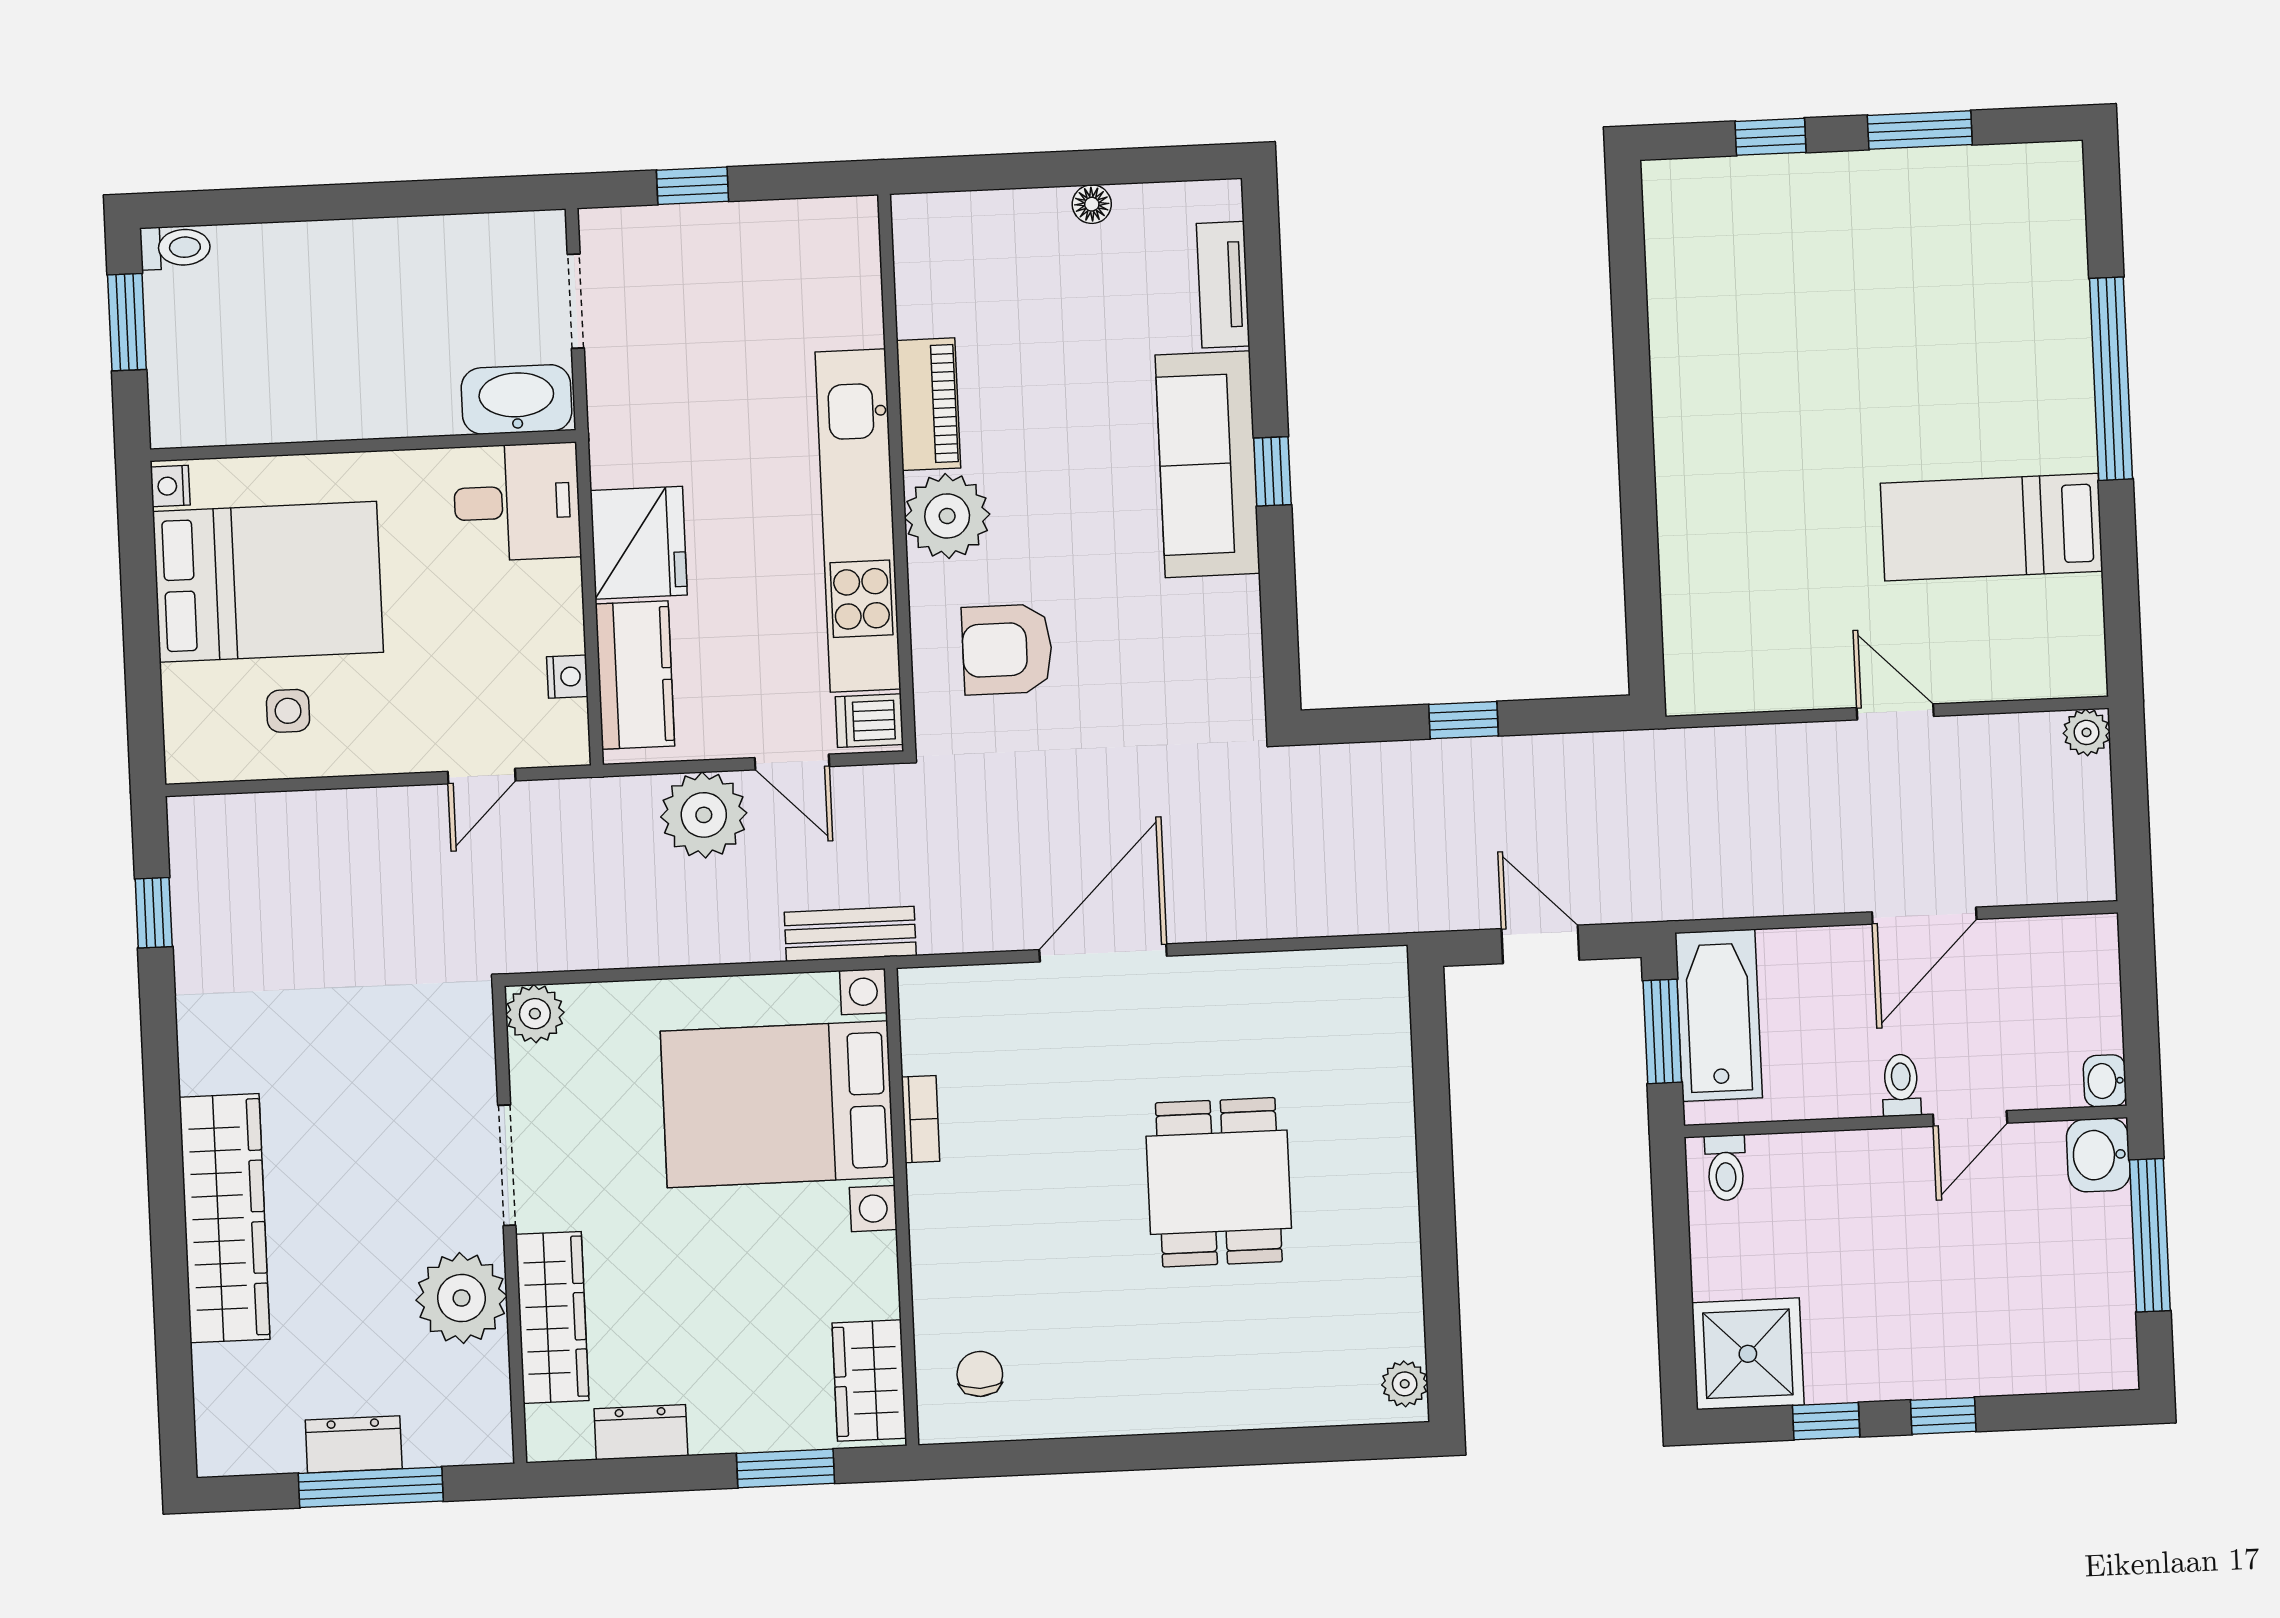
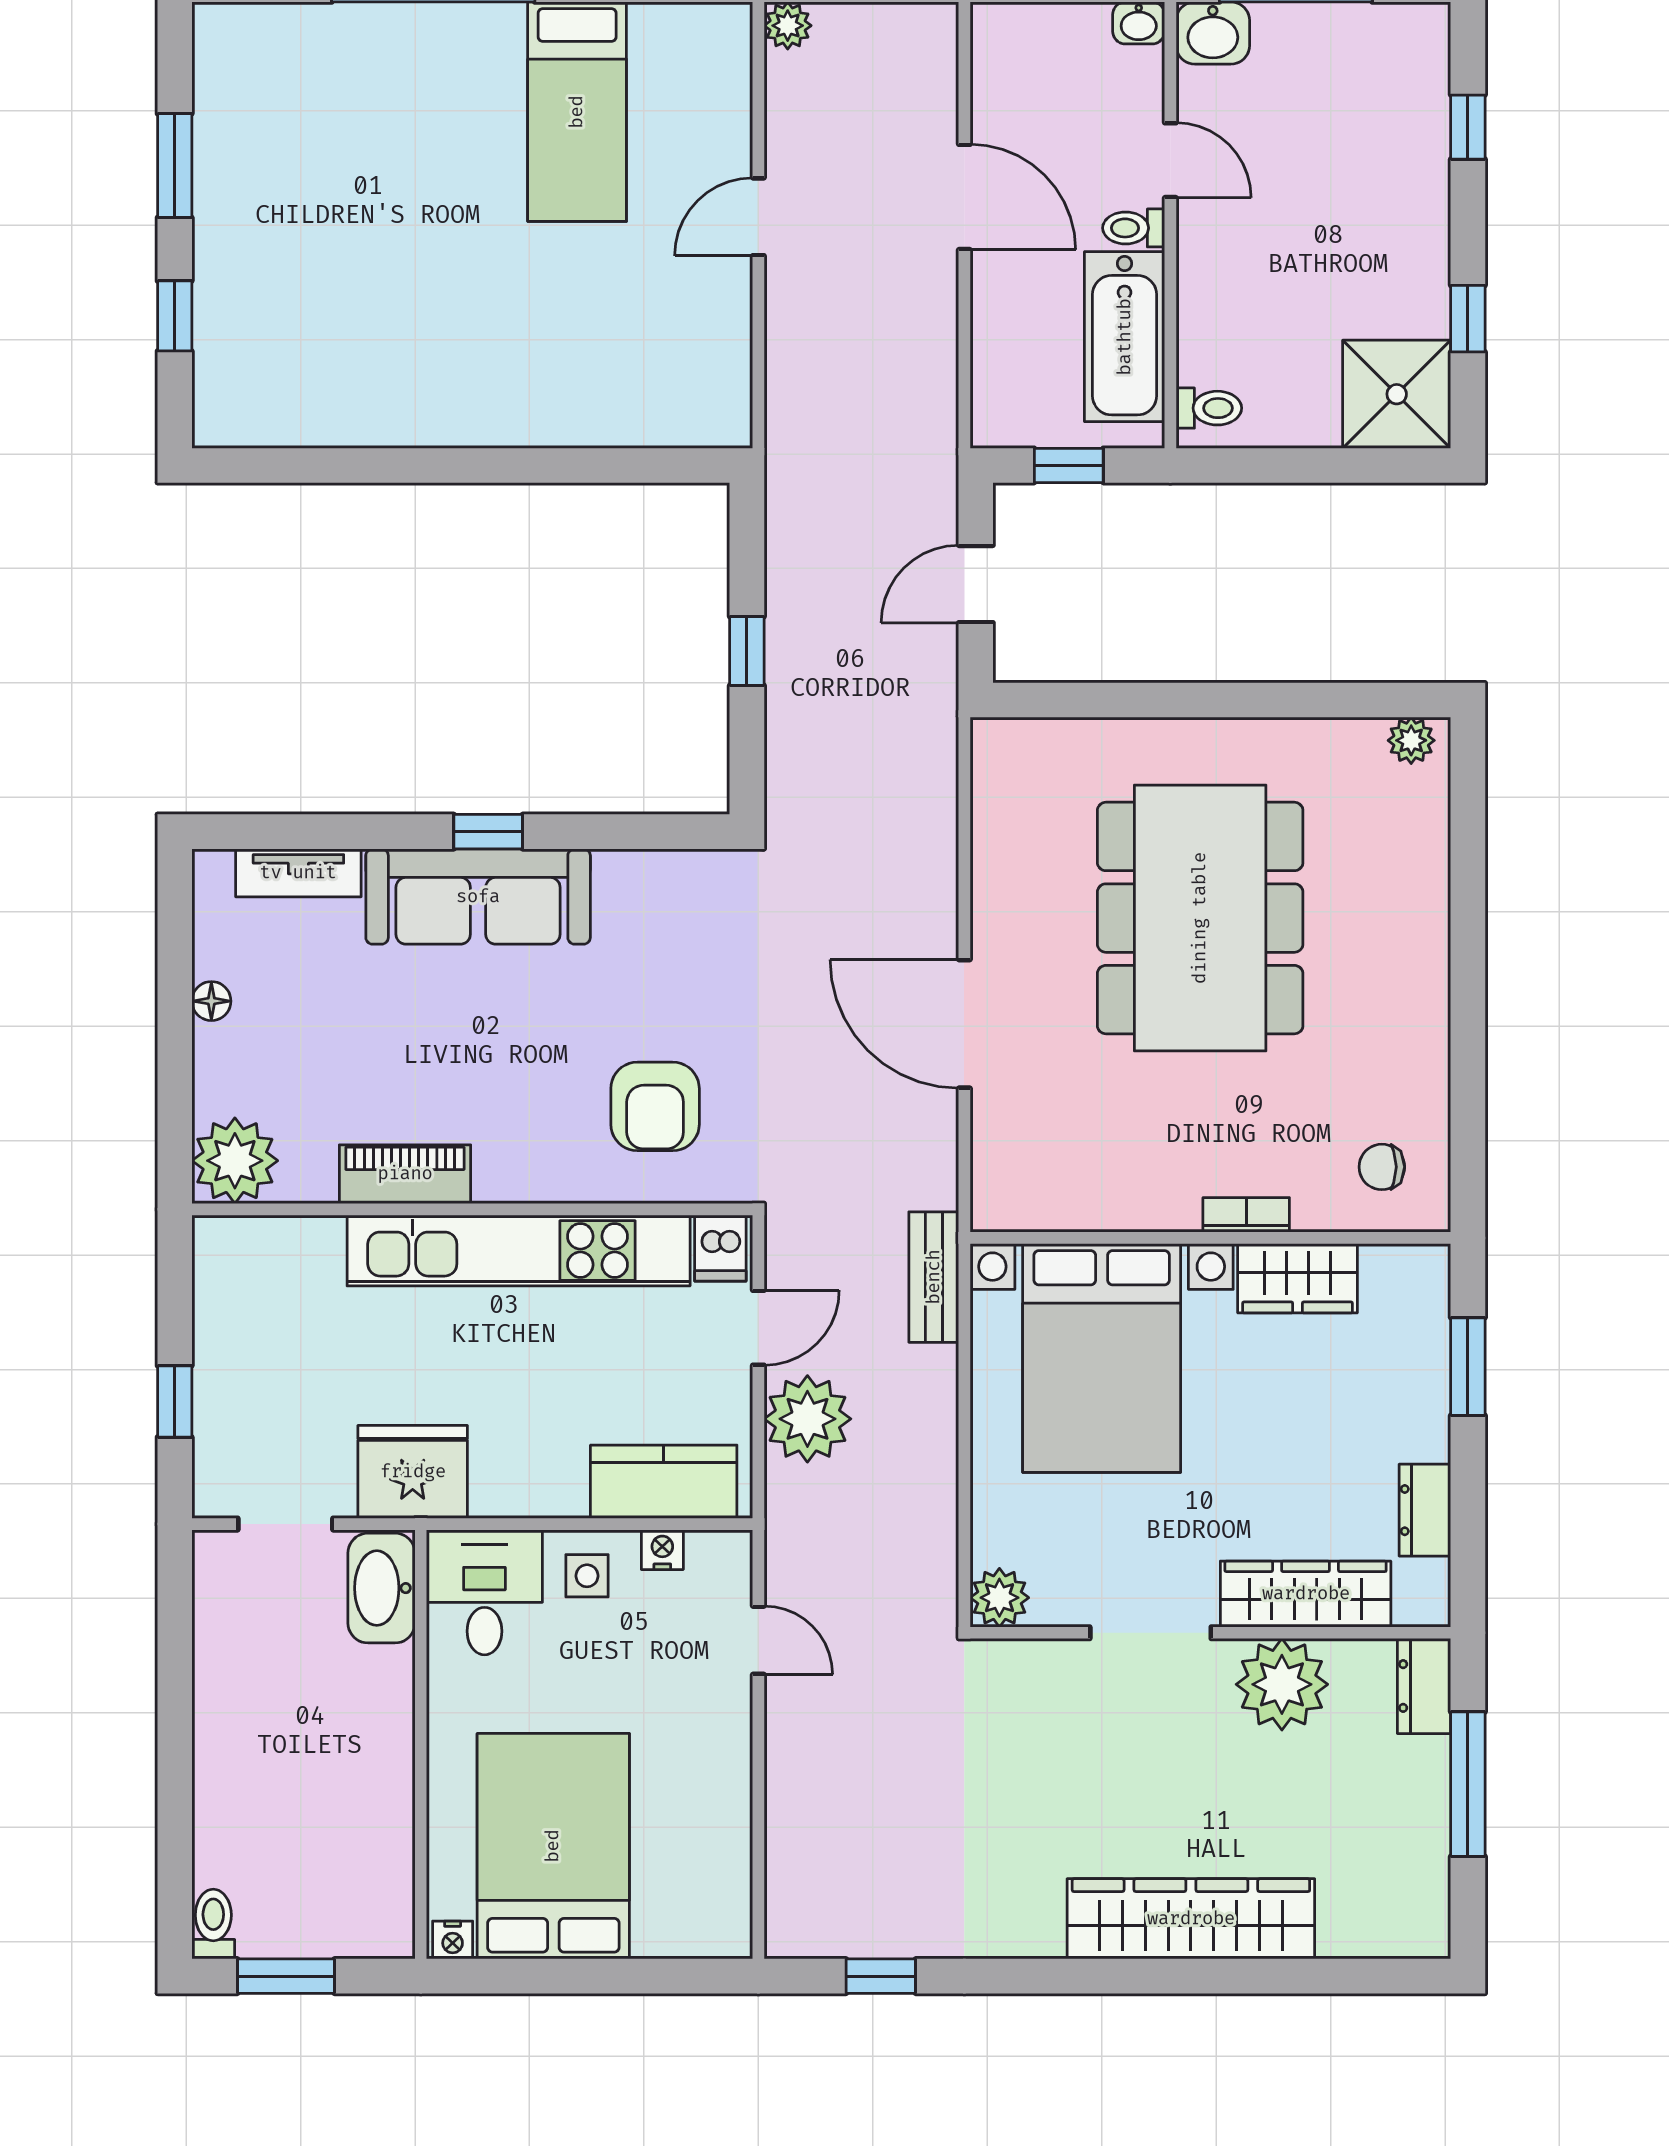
plant: (947, 516) -> (235, 1161), moved
fridge: (639, 543) -> (413, 1472), moved
side table: (288, 711) -> (587, 1576), moved
bathtub: (1719, 1015) -> (1125, 337), moved, turned -90
window: (1662, 1031) -> (1069, 465), width x0.67
bookcase: (921, 1119) -> (1246, 1215), moved
dining table: (1219, 1182) -> (1200, 918), width x1.88, depth x1.24
wardrobe: (869, 1381) -> (1297, 1278), moved
window: (1943, 1416) -> (1468, 127), moved
dresser: (354, 1444) -> (1424, 1686), moved

